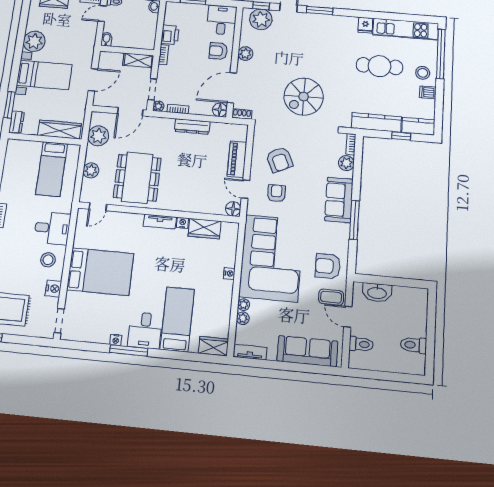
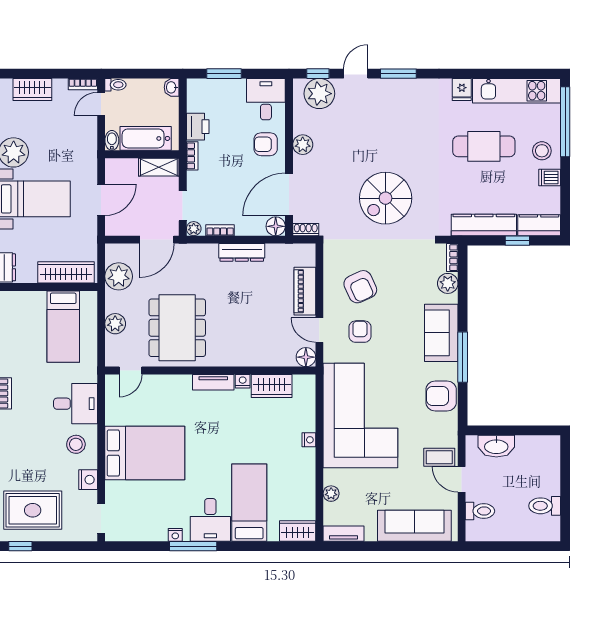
bathtub: (131, 40) -> (146, 138), added
armchair: (328, 266) -> (441, 396), moved
plant: (244, 305) -> (331, 477), removed

